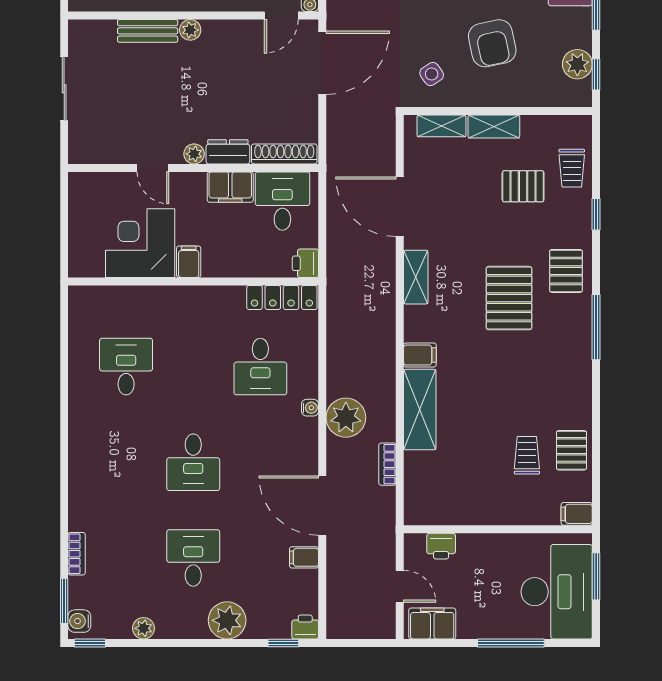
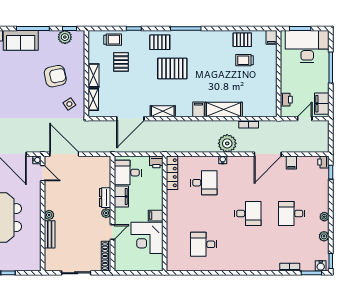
shoe rack: (284, 154) -> (106, 256), moved
plant: (227, 620) -> (324, 217), moved, width x0.53, depth x0.53

